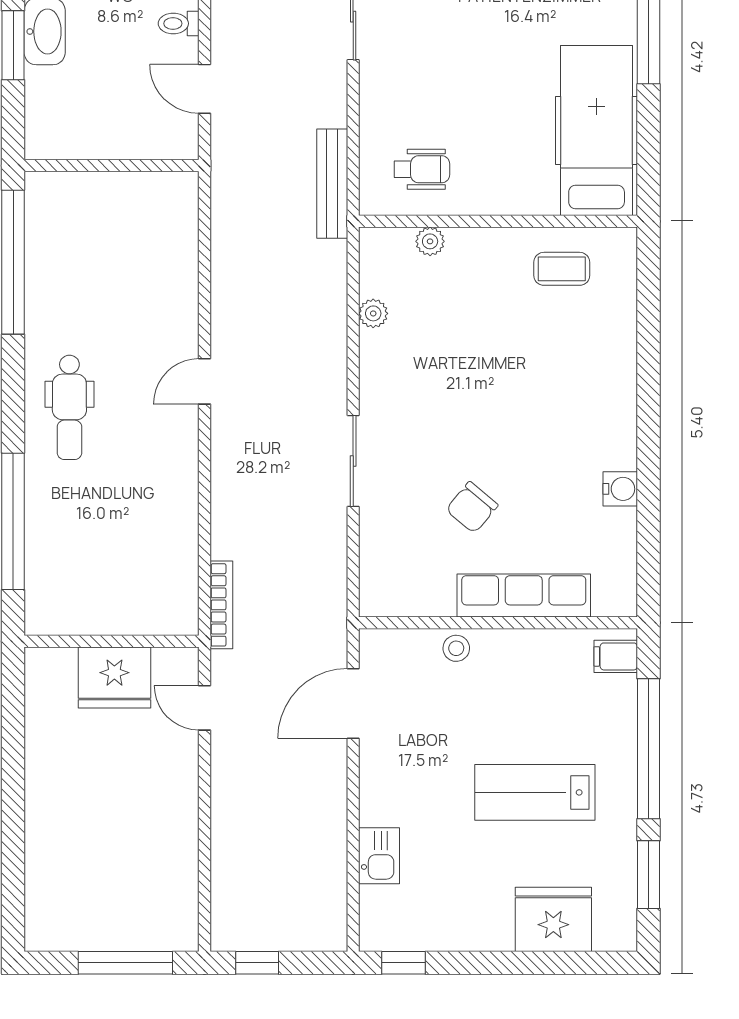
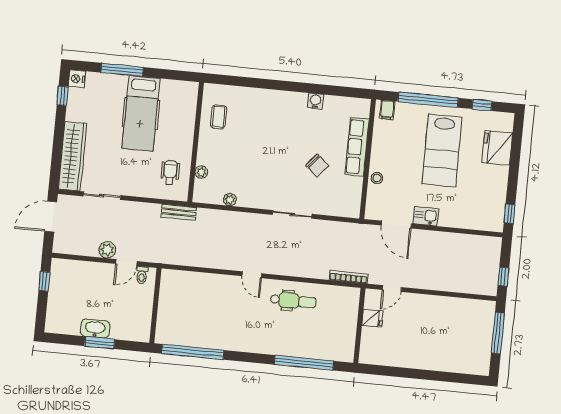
toilet: (179, 23) -> (142, 275), moved
plant: (229, 42) -> (107, 250), added
hospital bed: (597, 131) -> (141, 113), moved, turned -90
bench: (332, 184) -> (179, 212), width x0.73
dental chair: (69, 407) -> (293, 301), moved
fridge: (114, 678) -> (372, 318), width x0.53, depth x0.75
lab bench: (535, 792) -> (442, 150), width x1.36, depth x1.39
kitchen sink: (379, 856) -> (426, 216), moved
window: (649, 875) -> (482, 105), width x0.67

